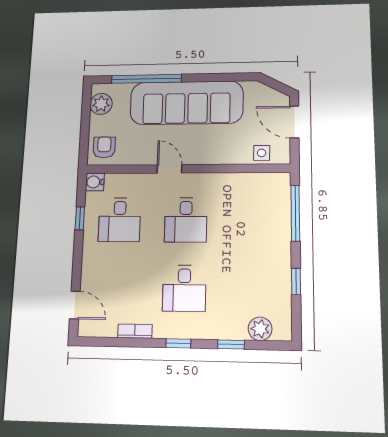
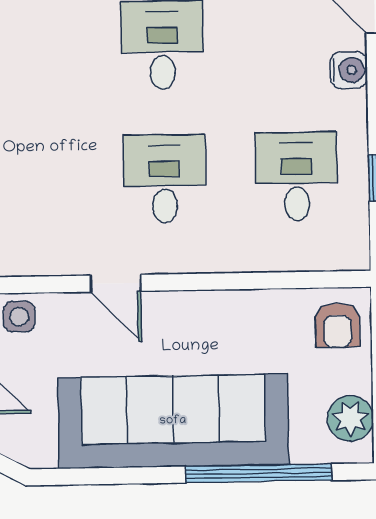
door: (169, 169) -> (115, 283), moved
water cooler: (95, 182) -> (349, 70), moved

